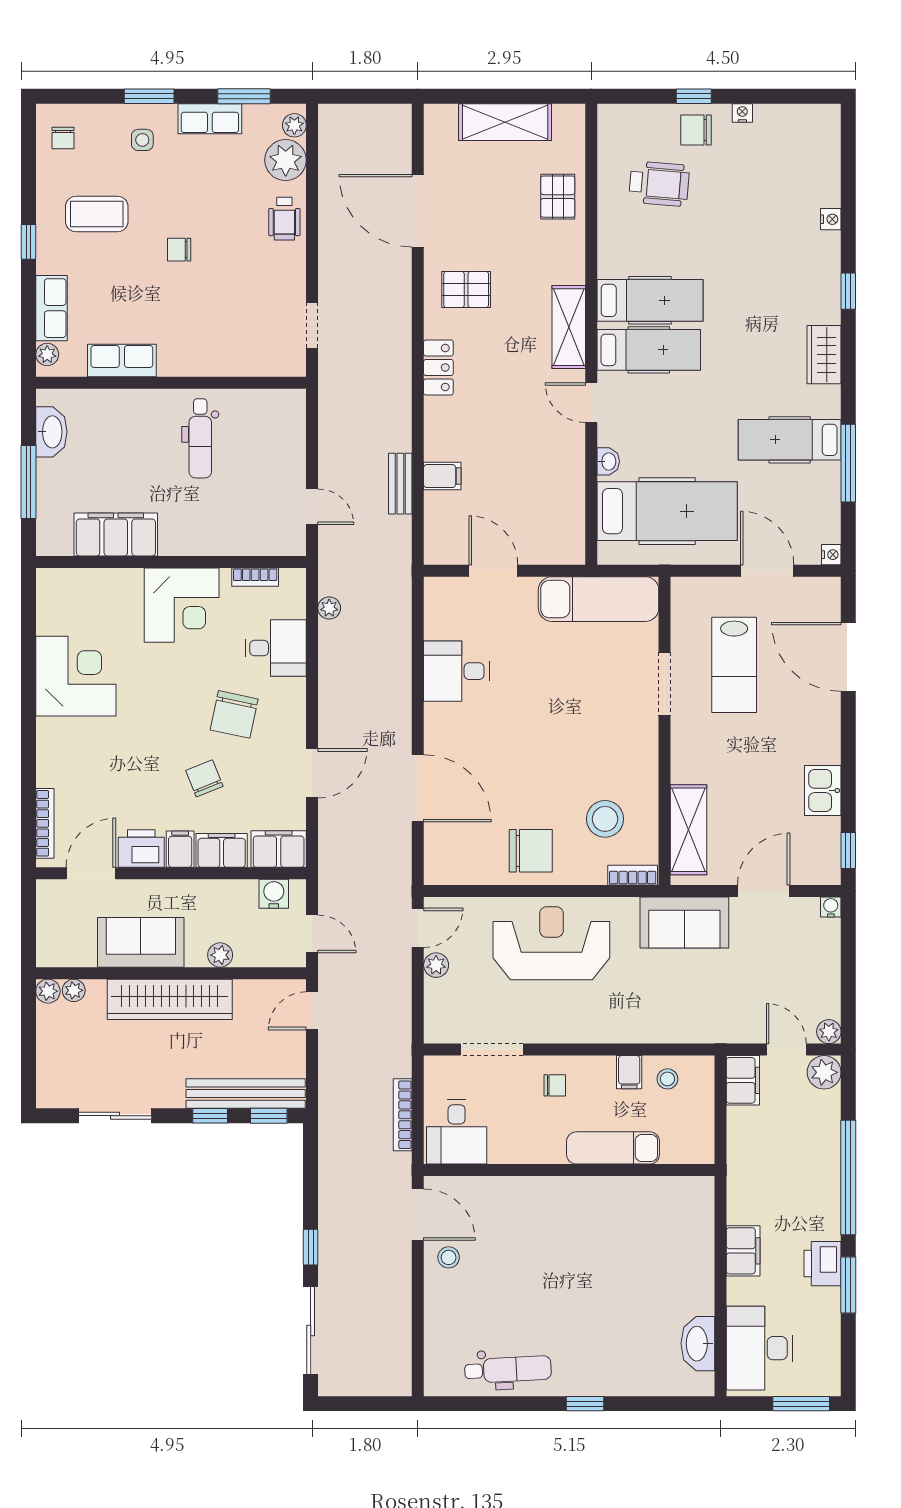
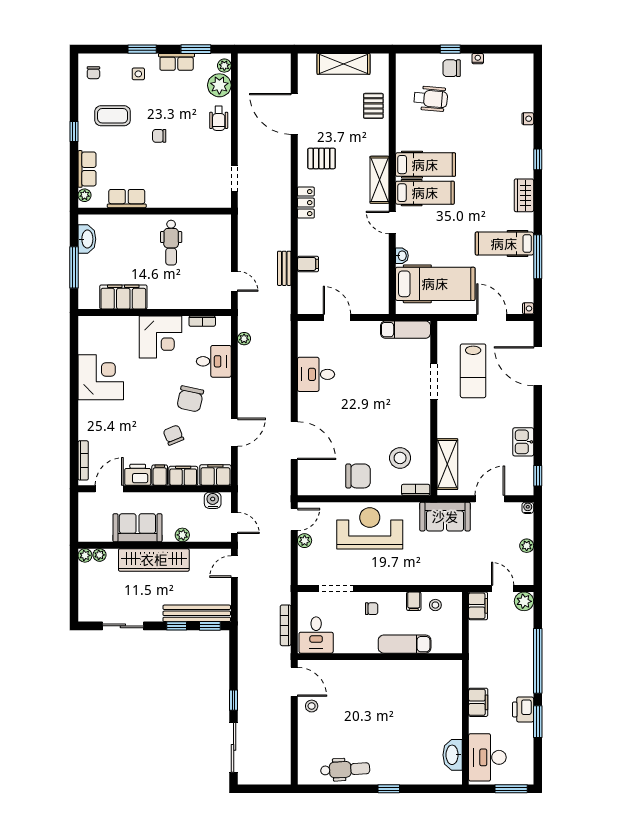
exam couch: (599, 599) -> (406, 330), width x0.73, depth x0.69
plant: (829, 1032) -> (527, 546), moved

